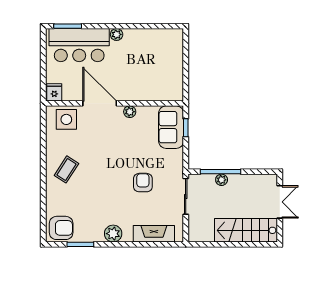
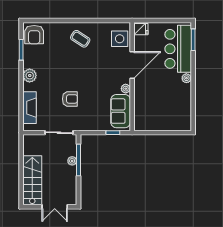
sofa: (171, 127) -> (121, 111), moved, turned -90

